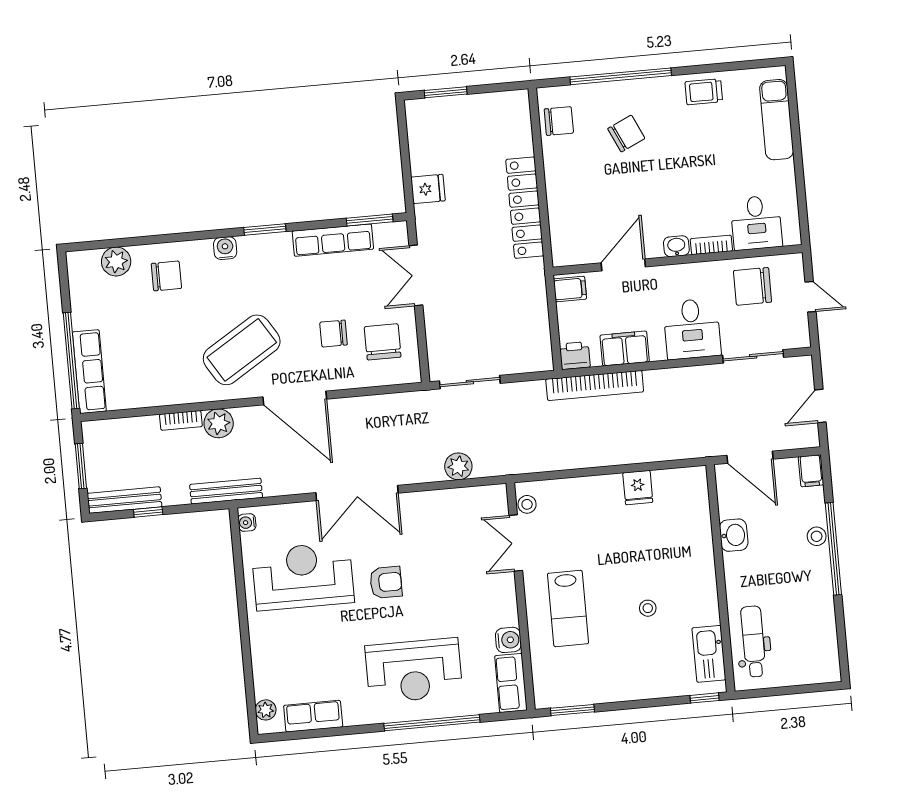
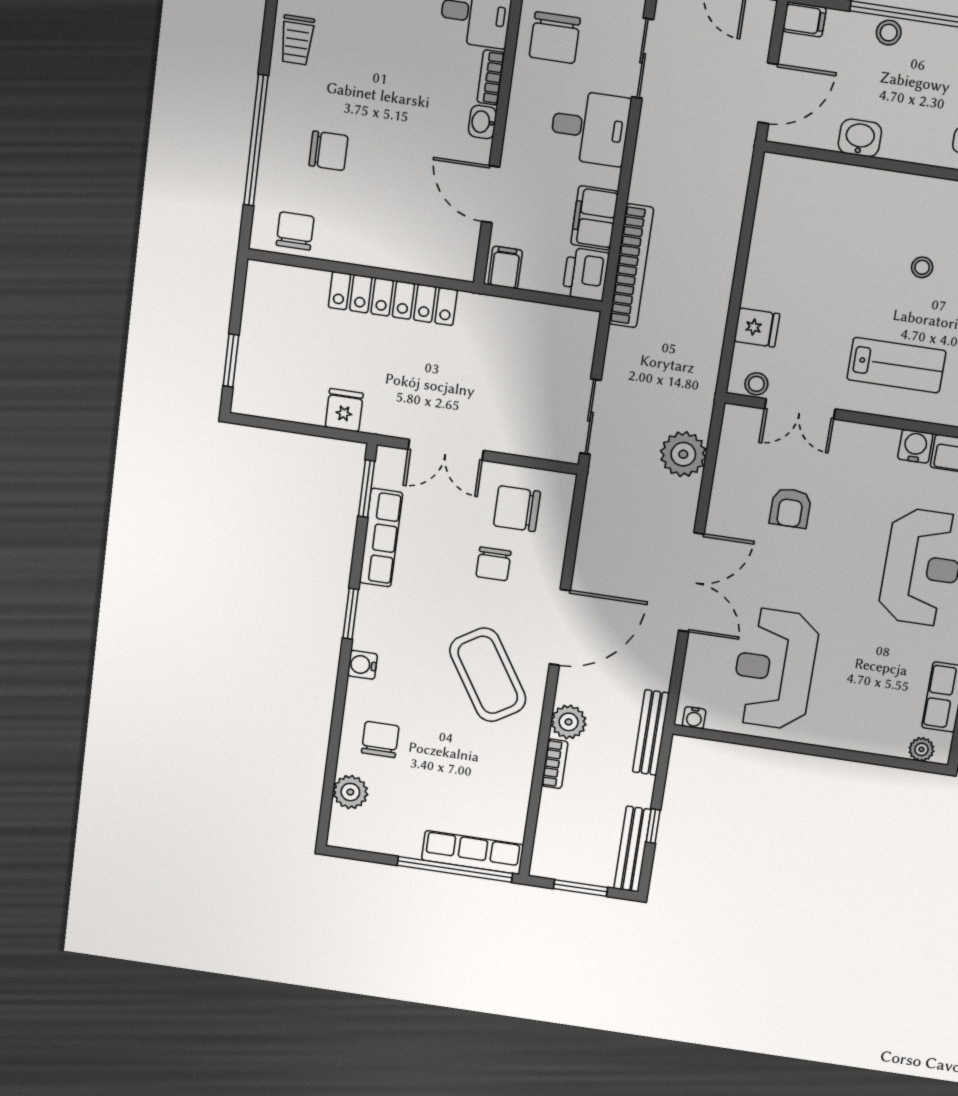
chair: (626, 134) -> (328, 151), turned 115
printer: (575, 356) -> (586, 274), width x1.36, depth x1.24
plant: (458, 466) -> (683, 454), width x1.36, depth x1.36
fridge: (638, 488) -> (757, 328), moved
armchair: (386, 582) -> (790, 508), moved, turned 180

